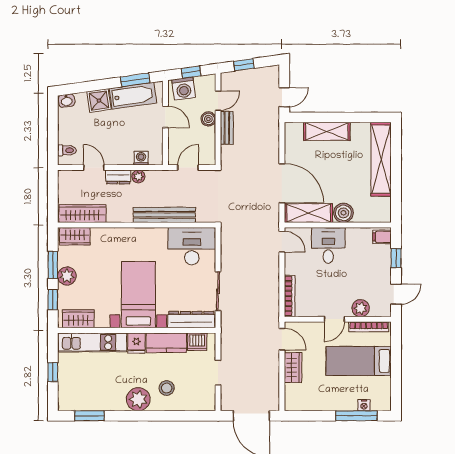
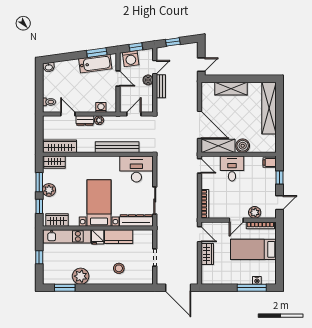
shower: (99, 101) -> (71, 67), removed
dishwasher: (197, 342) -> (140, 236), removed
plant: (138, 399) -> (81, 276), moved

